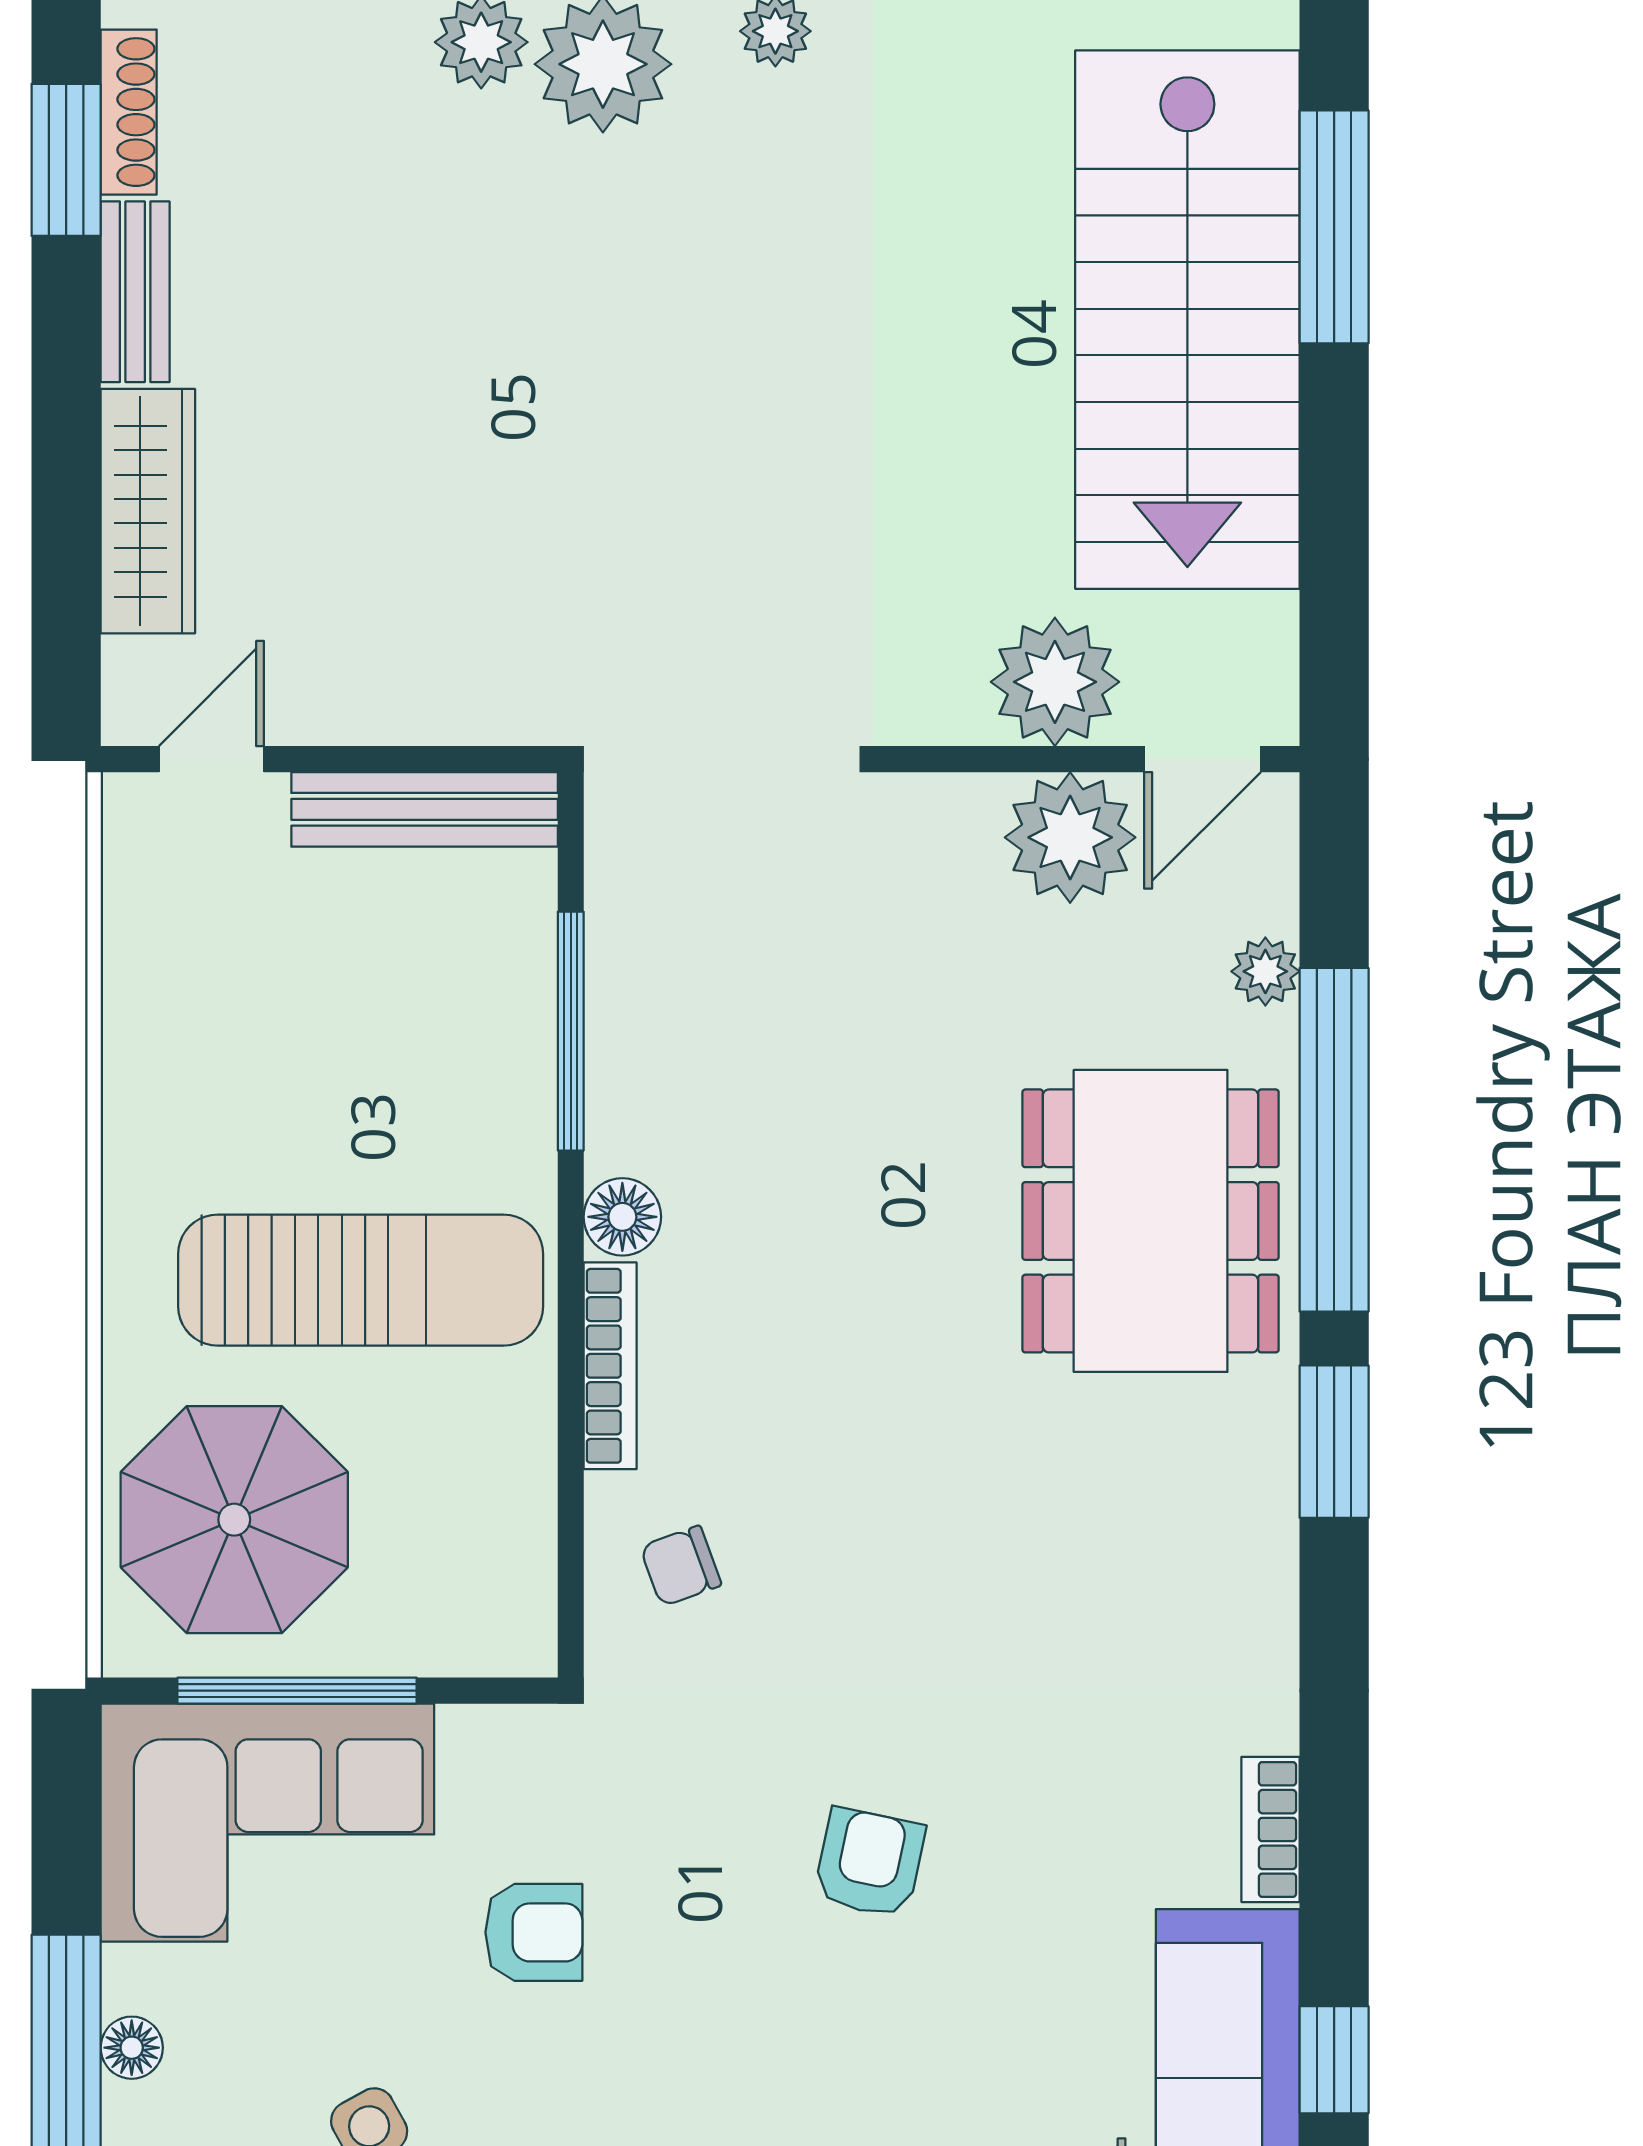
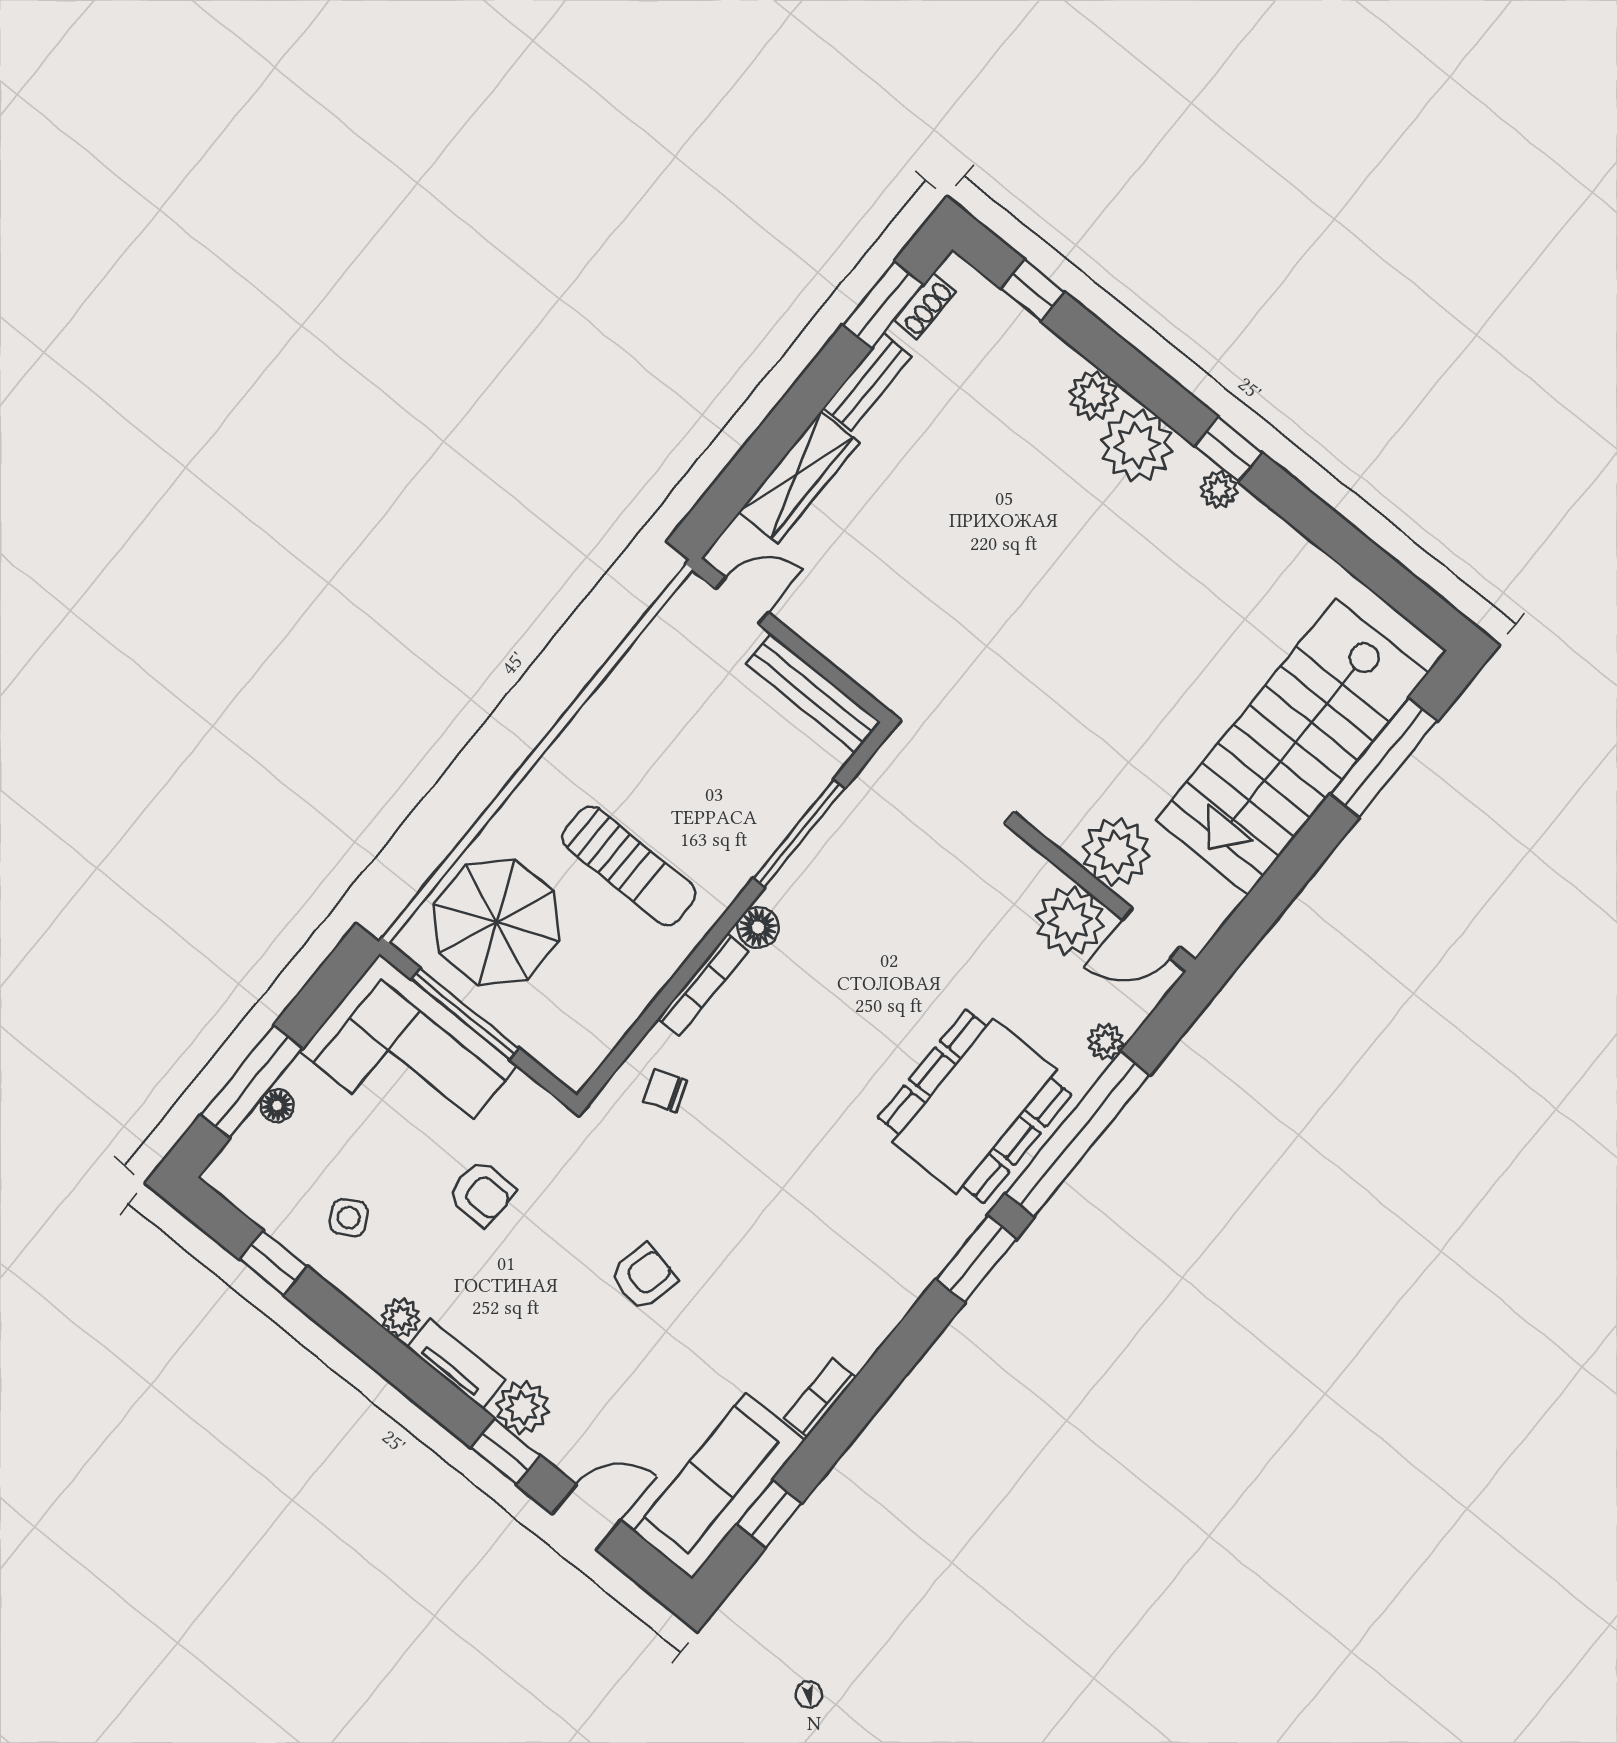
shoe rack: (129, 112) -> (925, 306), width x0.70
sun lounger: (361, 1280) -> (629, 866), width x0.73, depth x0.75

